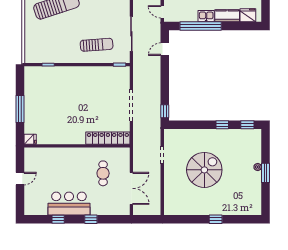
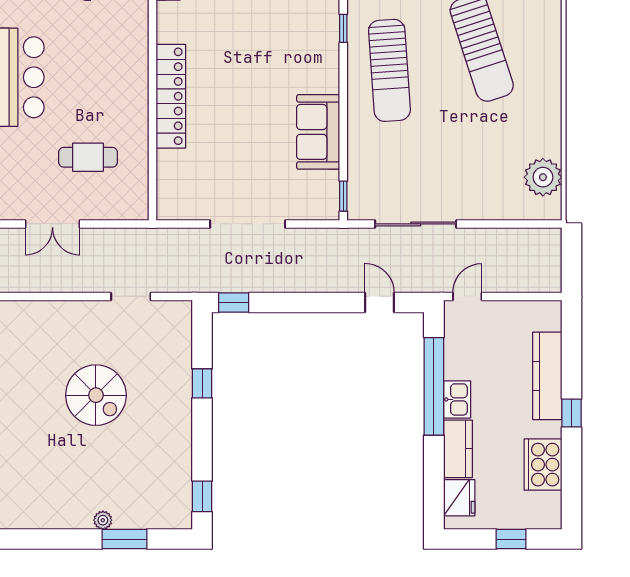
sun lounger: (97, 45) -> (389, 70), moved, width x1.36, depth x1.34
sofa: (92, 75) -> (318, 132), added
window: (222, 125) -> (202, 383), moved
locker: (108, 138) -> (171, 96), moved
spiral stairs: (204, 170) -> (96, 395), width x0.73, depth x0.73
window: (266, 173) -> (125, 539), moved
double door: (131, 188) -> (53, 224), width x0.73

